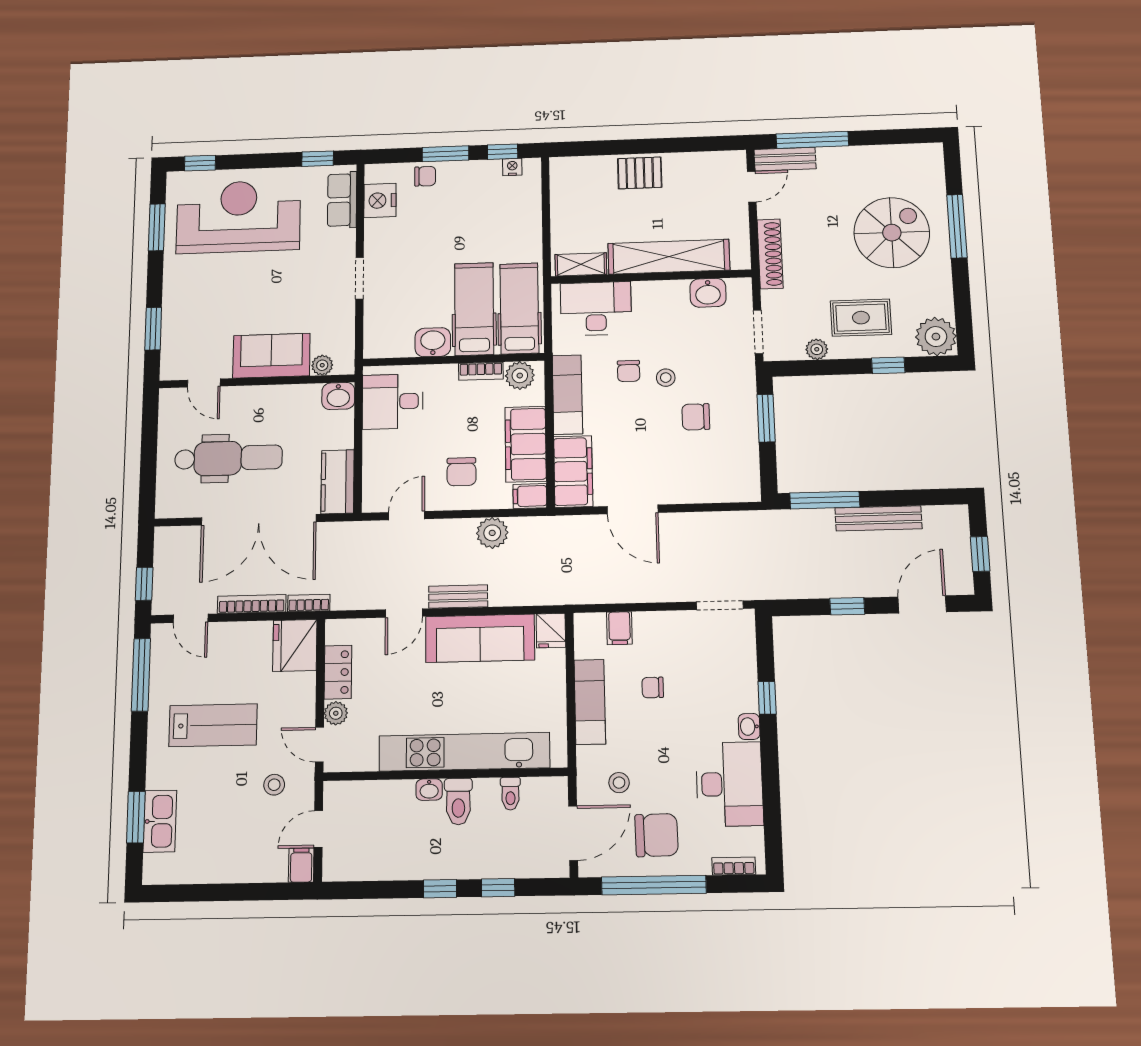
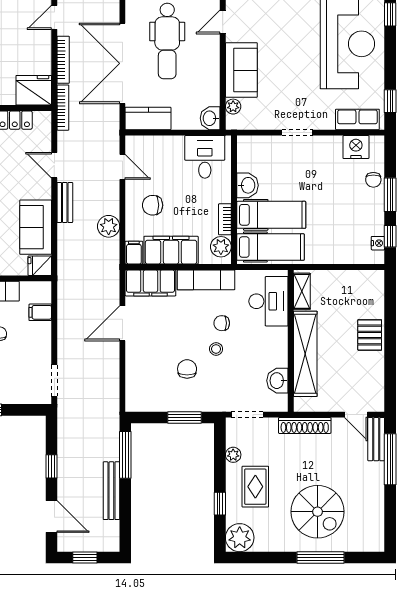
bookcase: (309, 603) -> (63, 108), width x1.56
sofa: (480, 638) -> (36, 227), width x0.73

